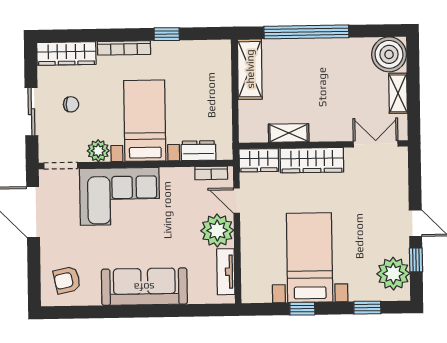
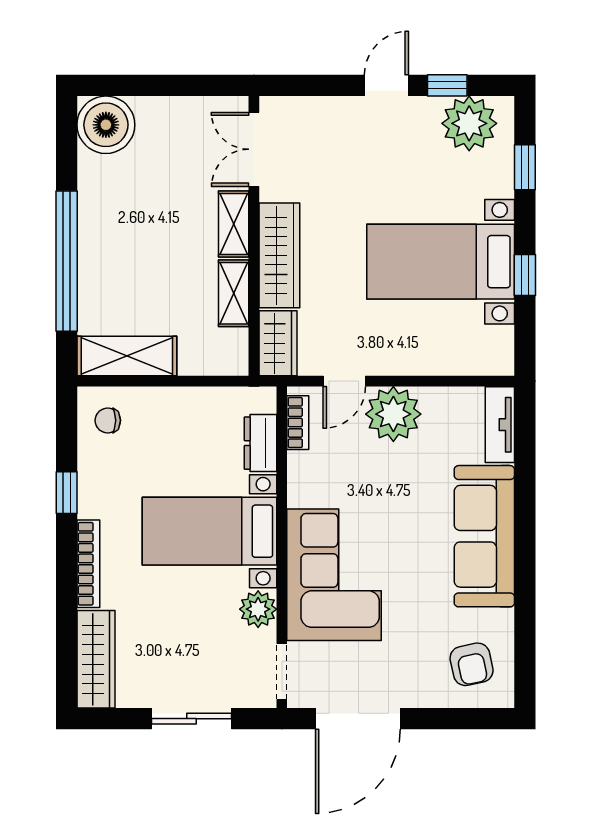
shelving: (398, 93) -> (234, 224), moved, turned 90
chair: (71, 104) -> (108, 420), moved, turned -90
tv unit: (226, 272) -> (500, 425), moved, turned 90

